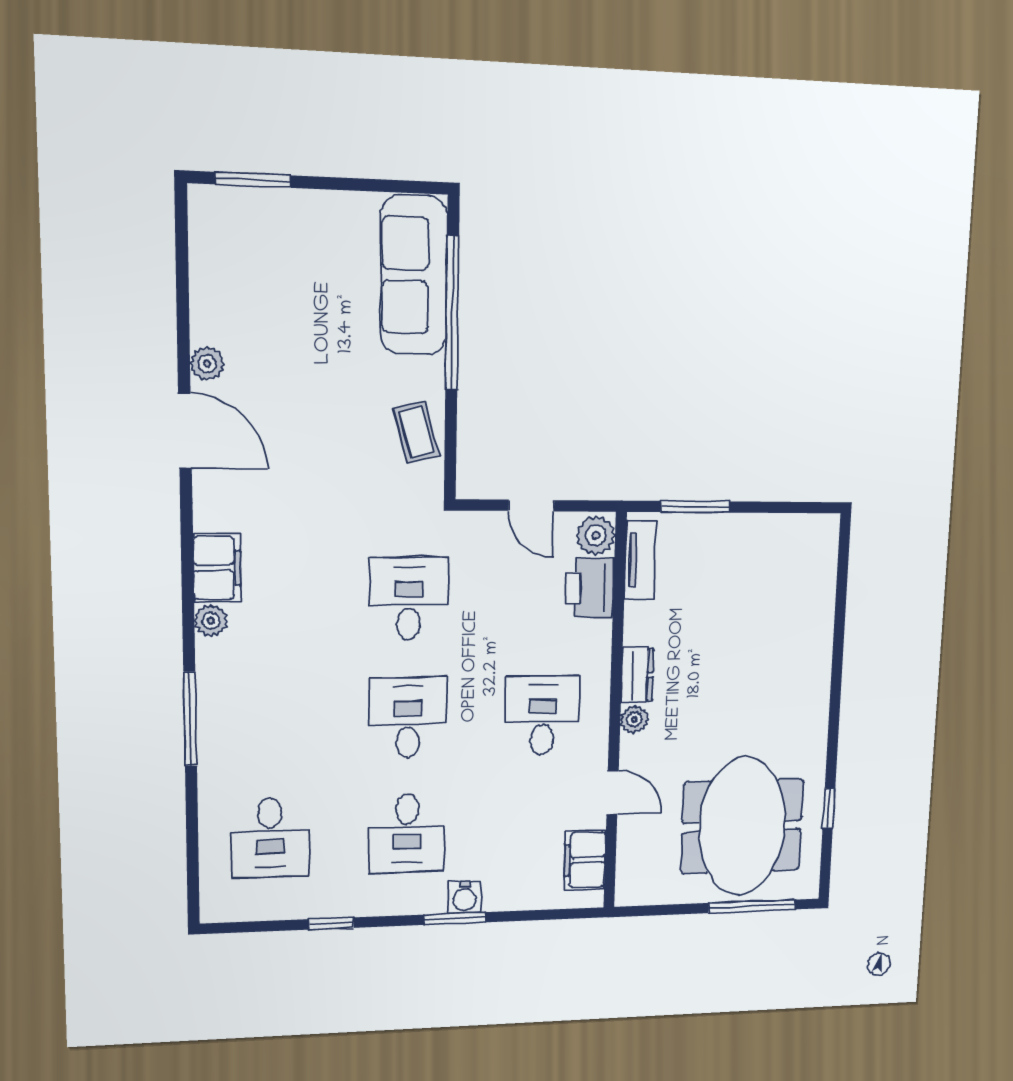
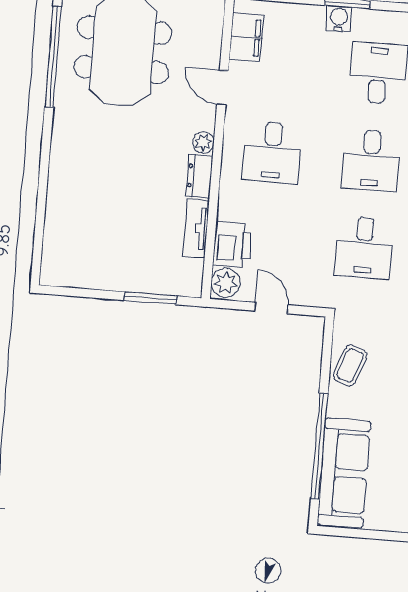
coffee table: (416, 432) -> (350, 365), turned 35
tv unit: (640, 560) -> (196, 228), moved
window: (829, 808) -> (53, 57), width x3.17

